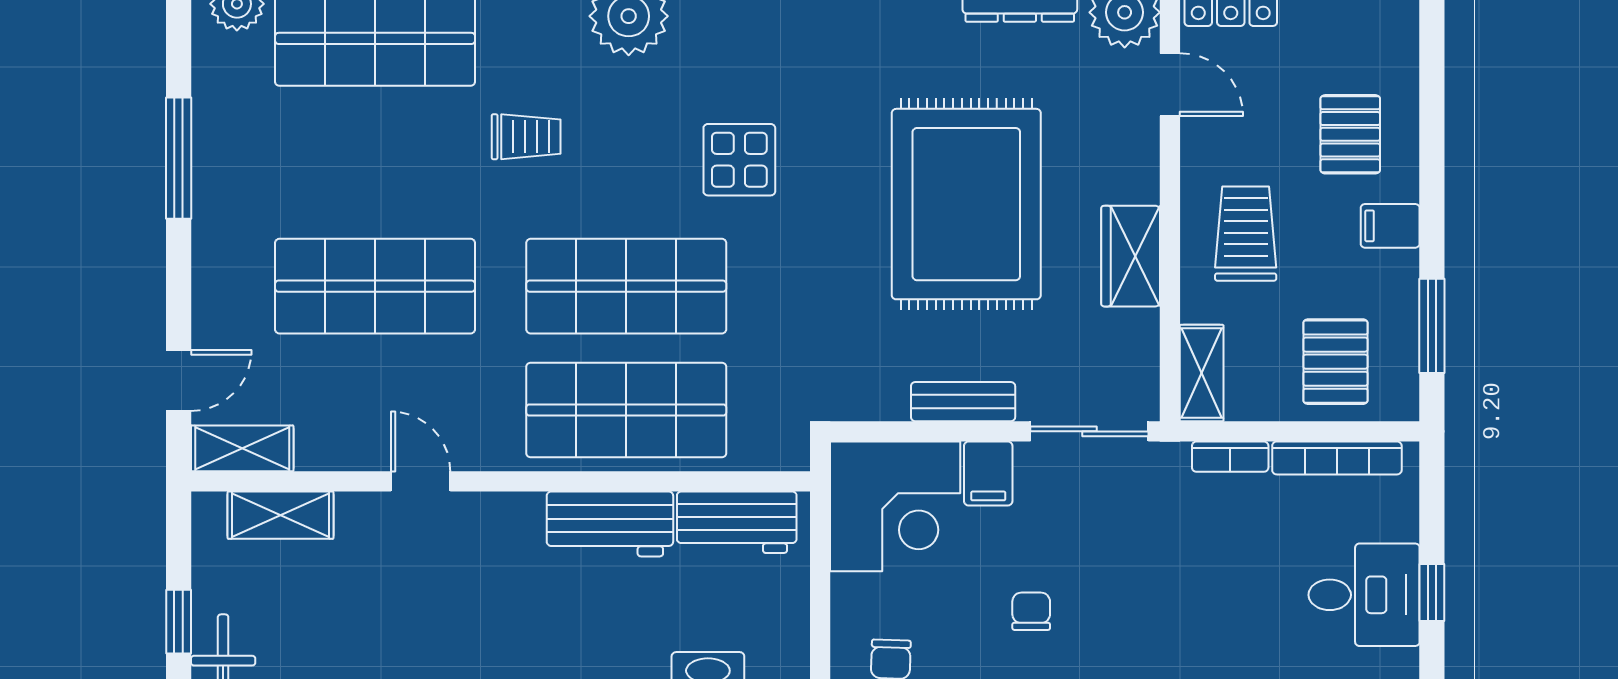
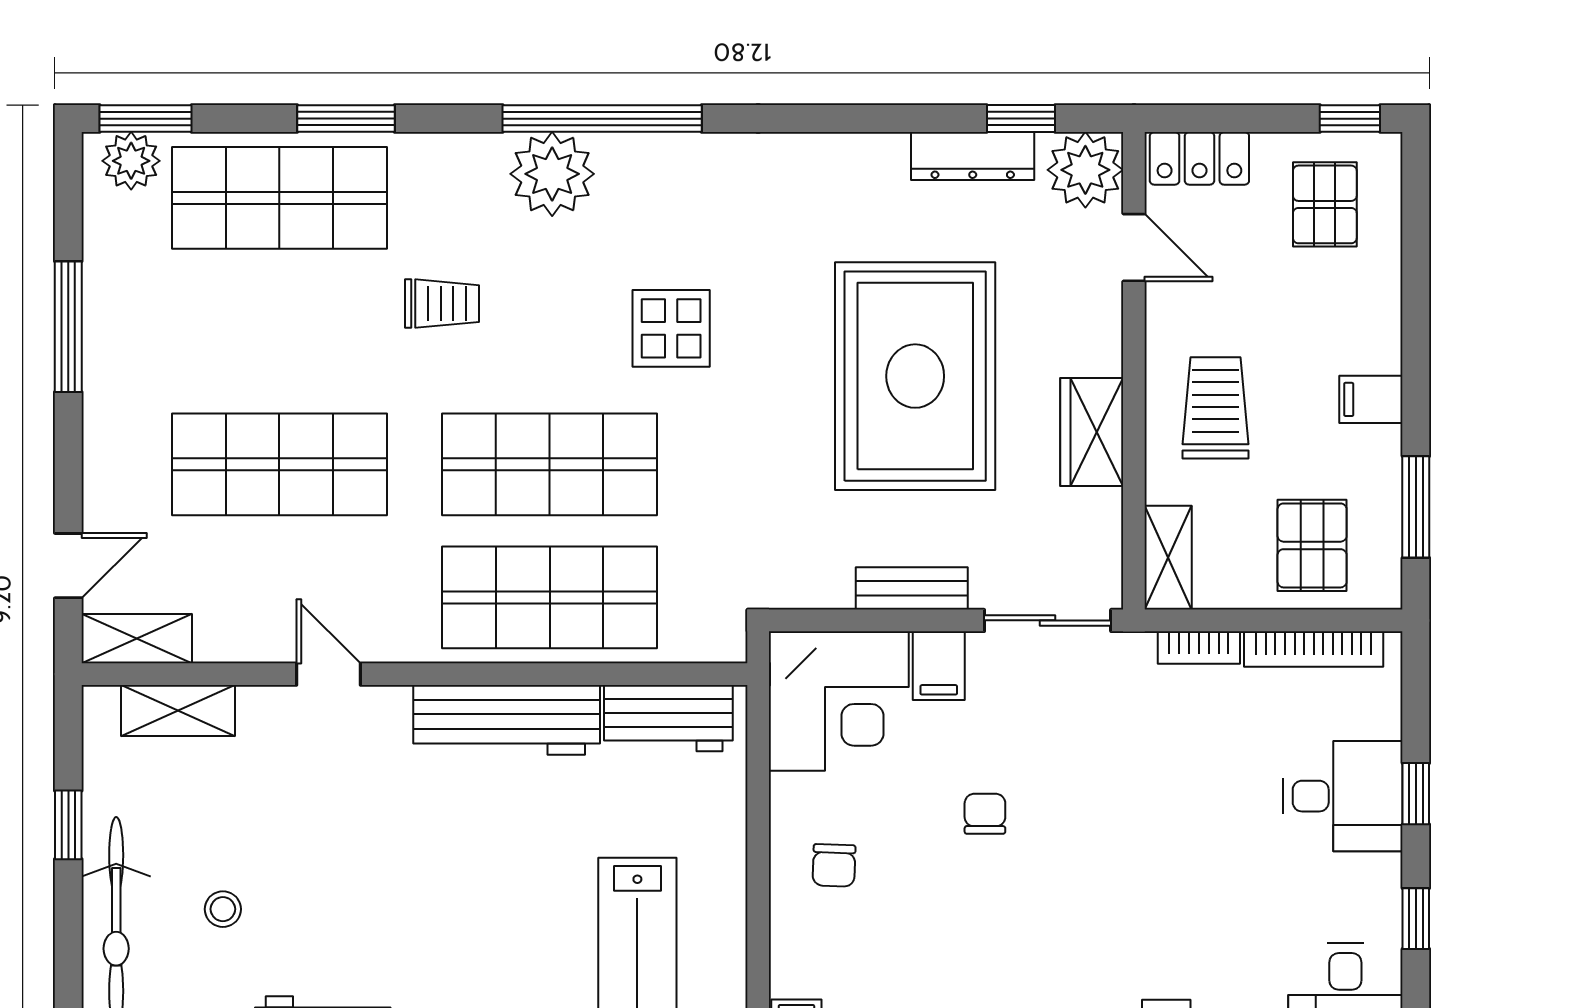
pallet: (1350, 134) -> (1325, 204), moved
workbench: (610, 524) -> (507, 720), width x1.38

